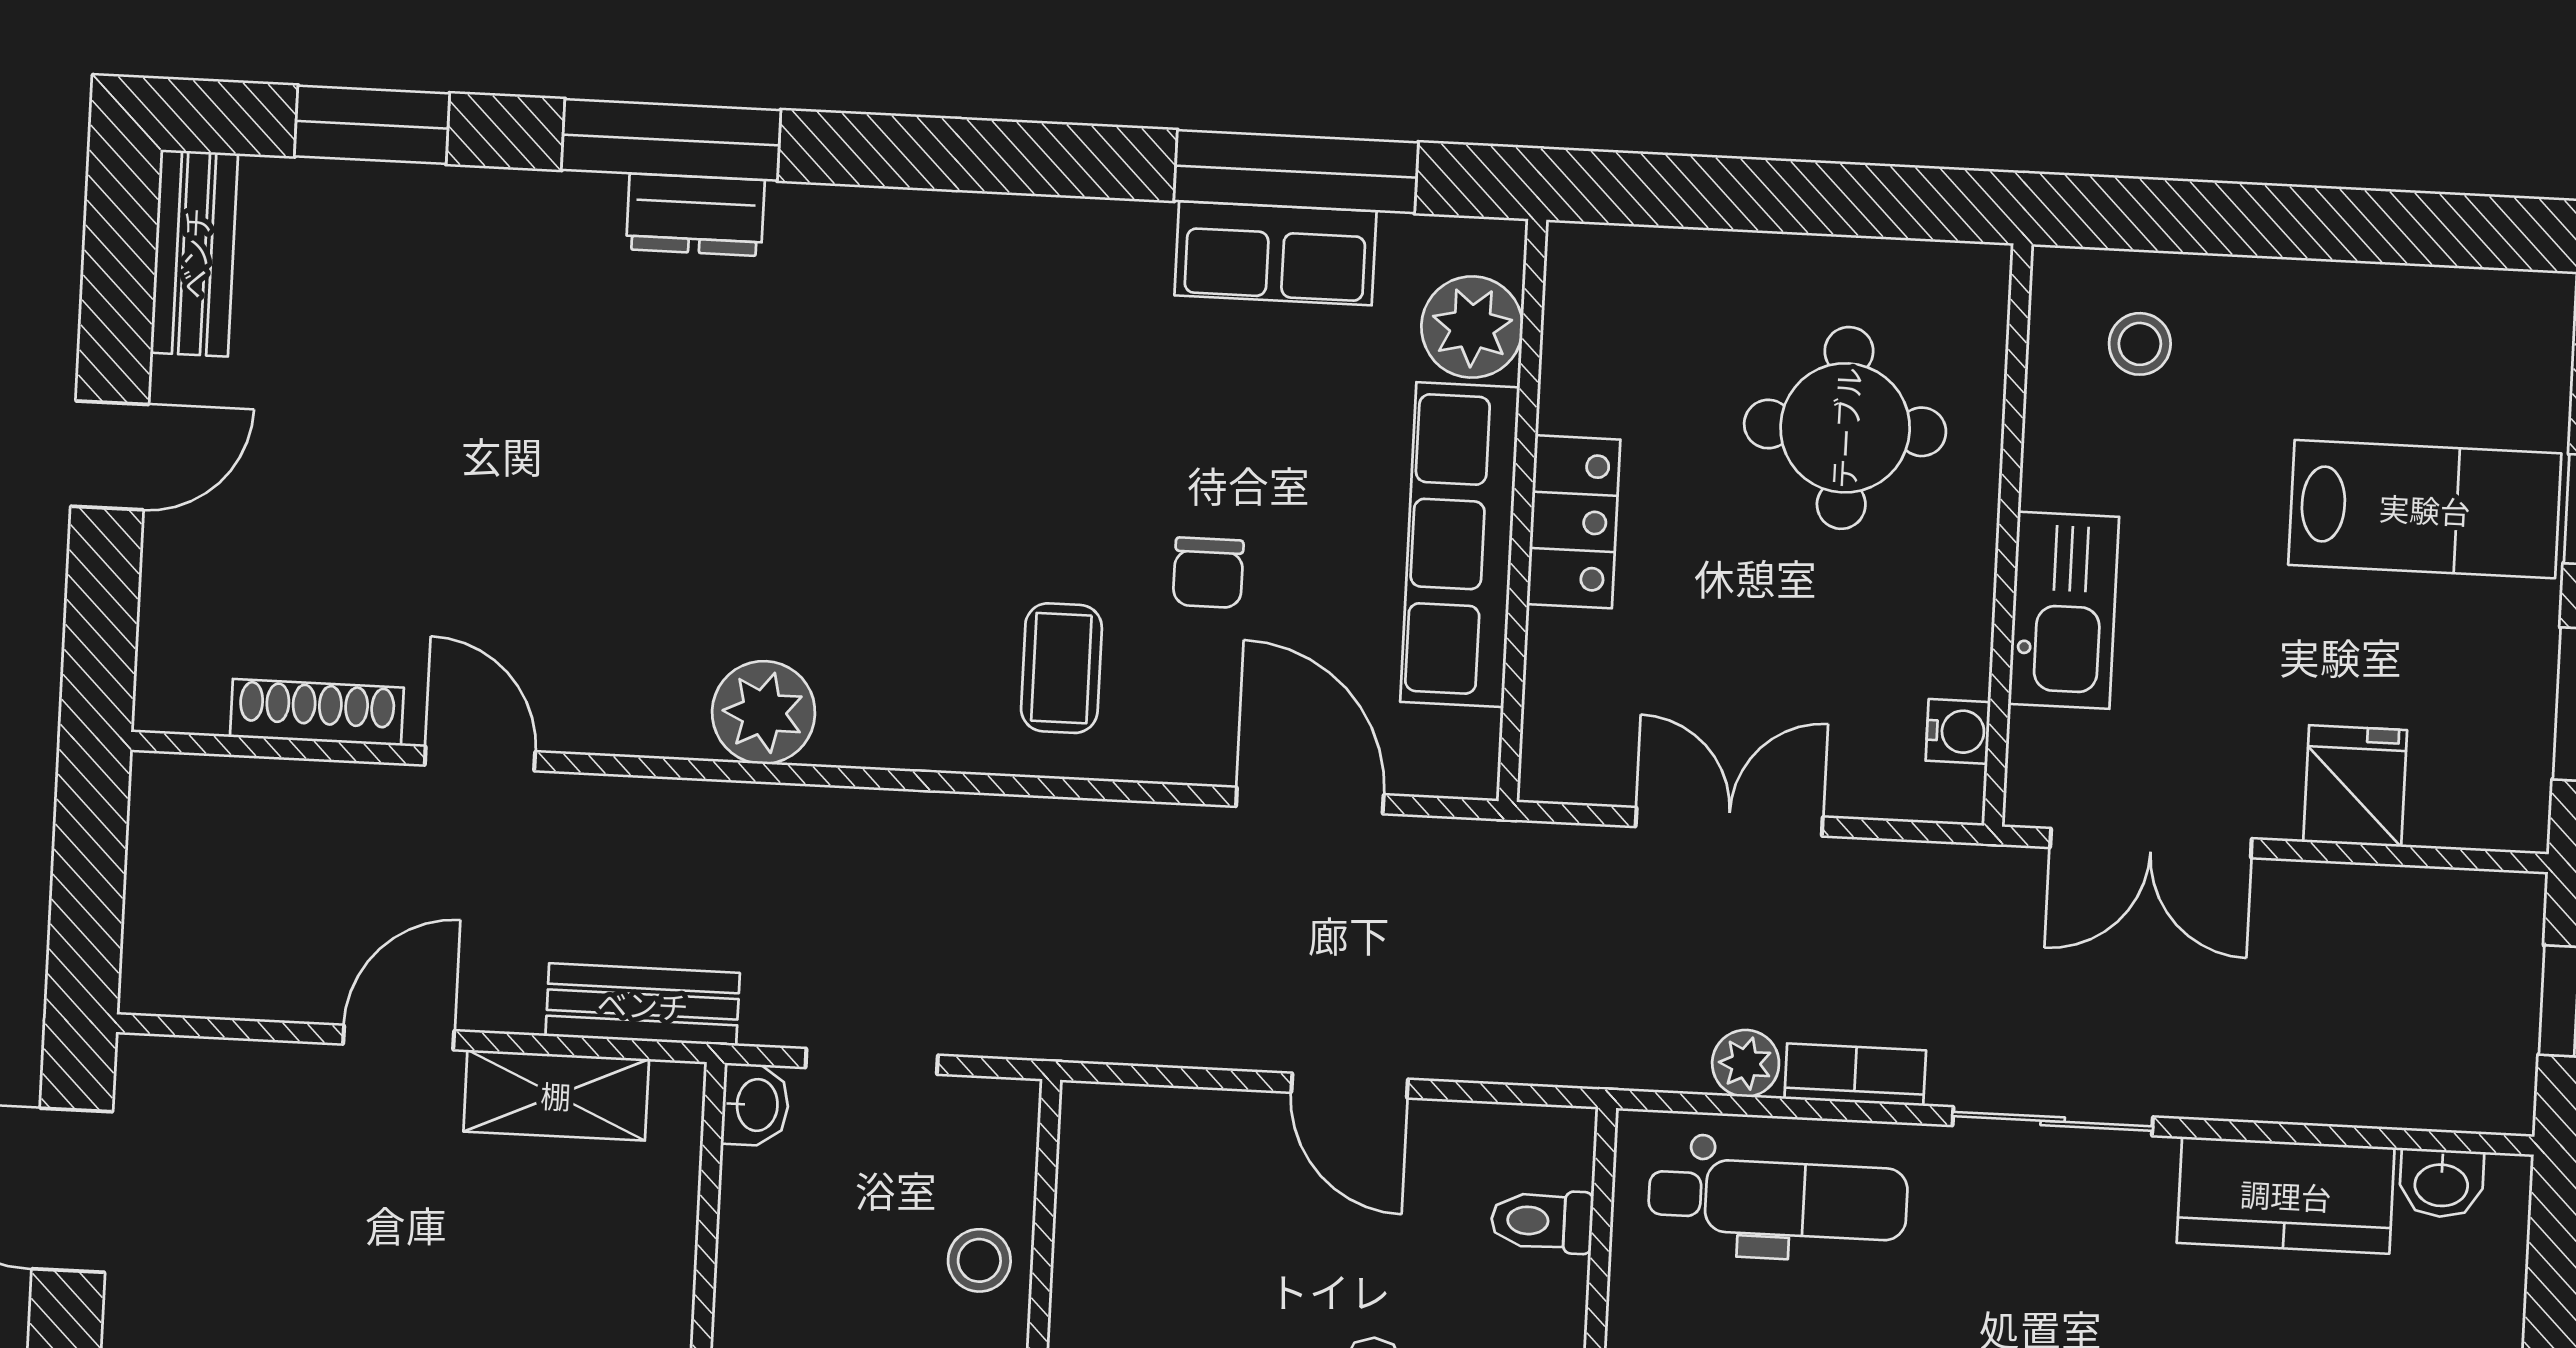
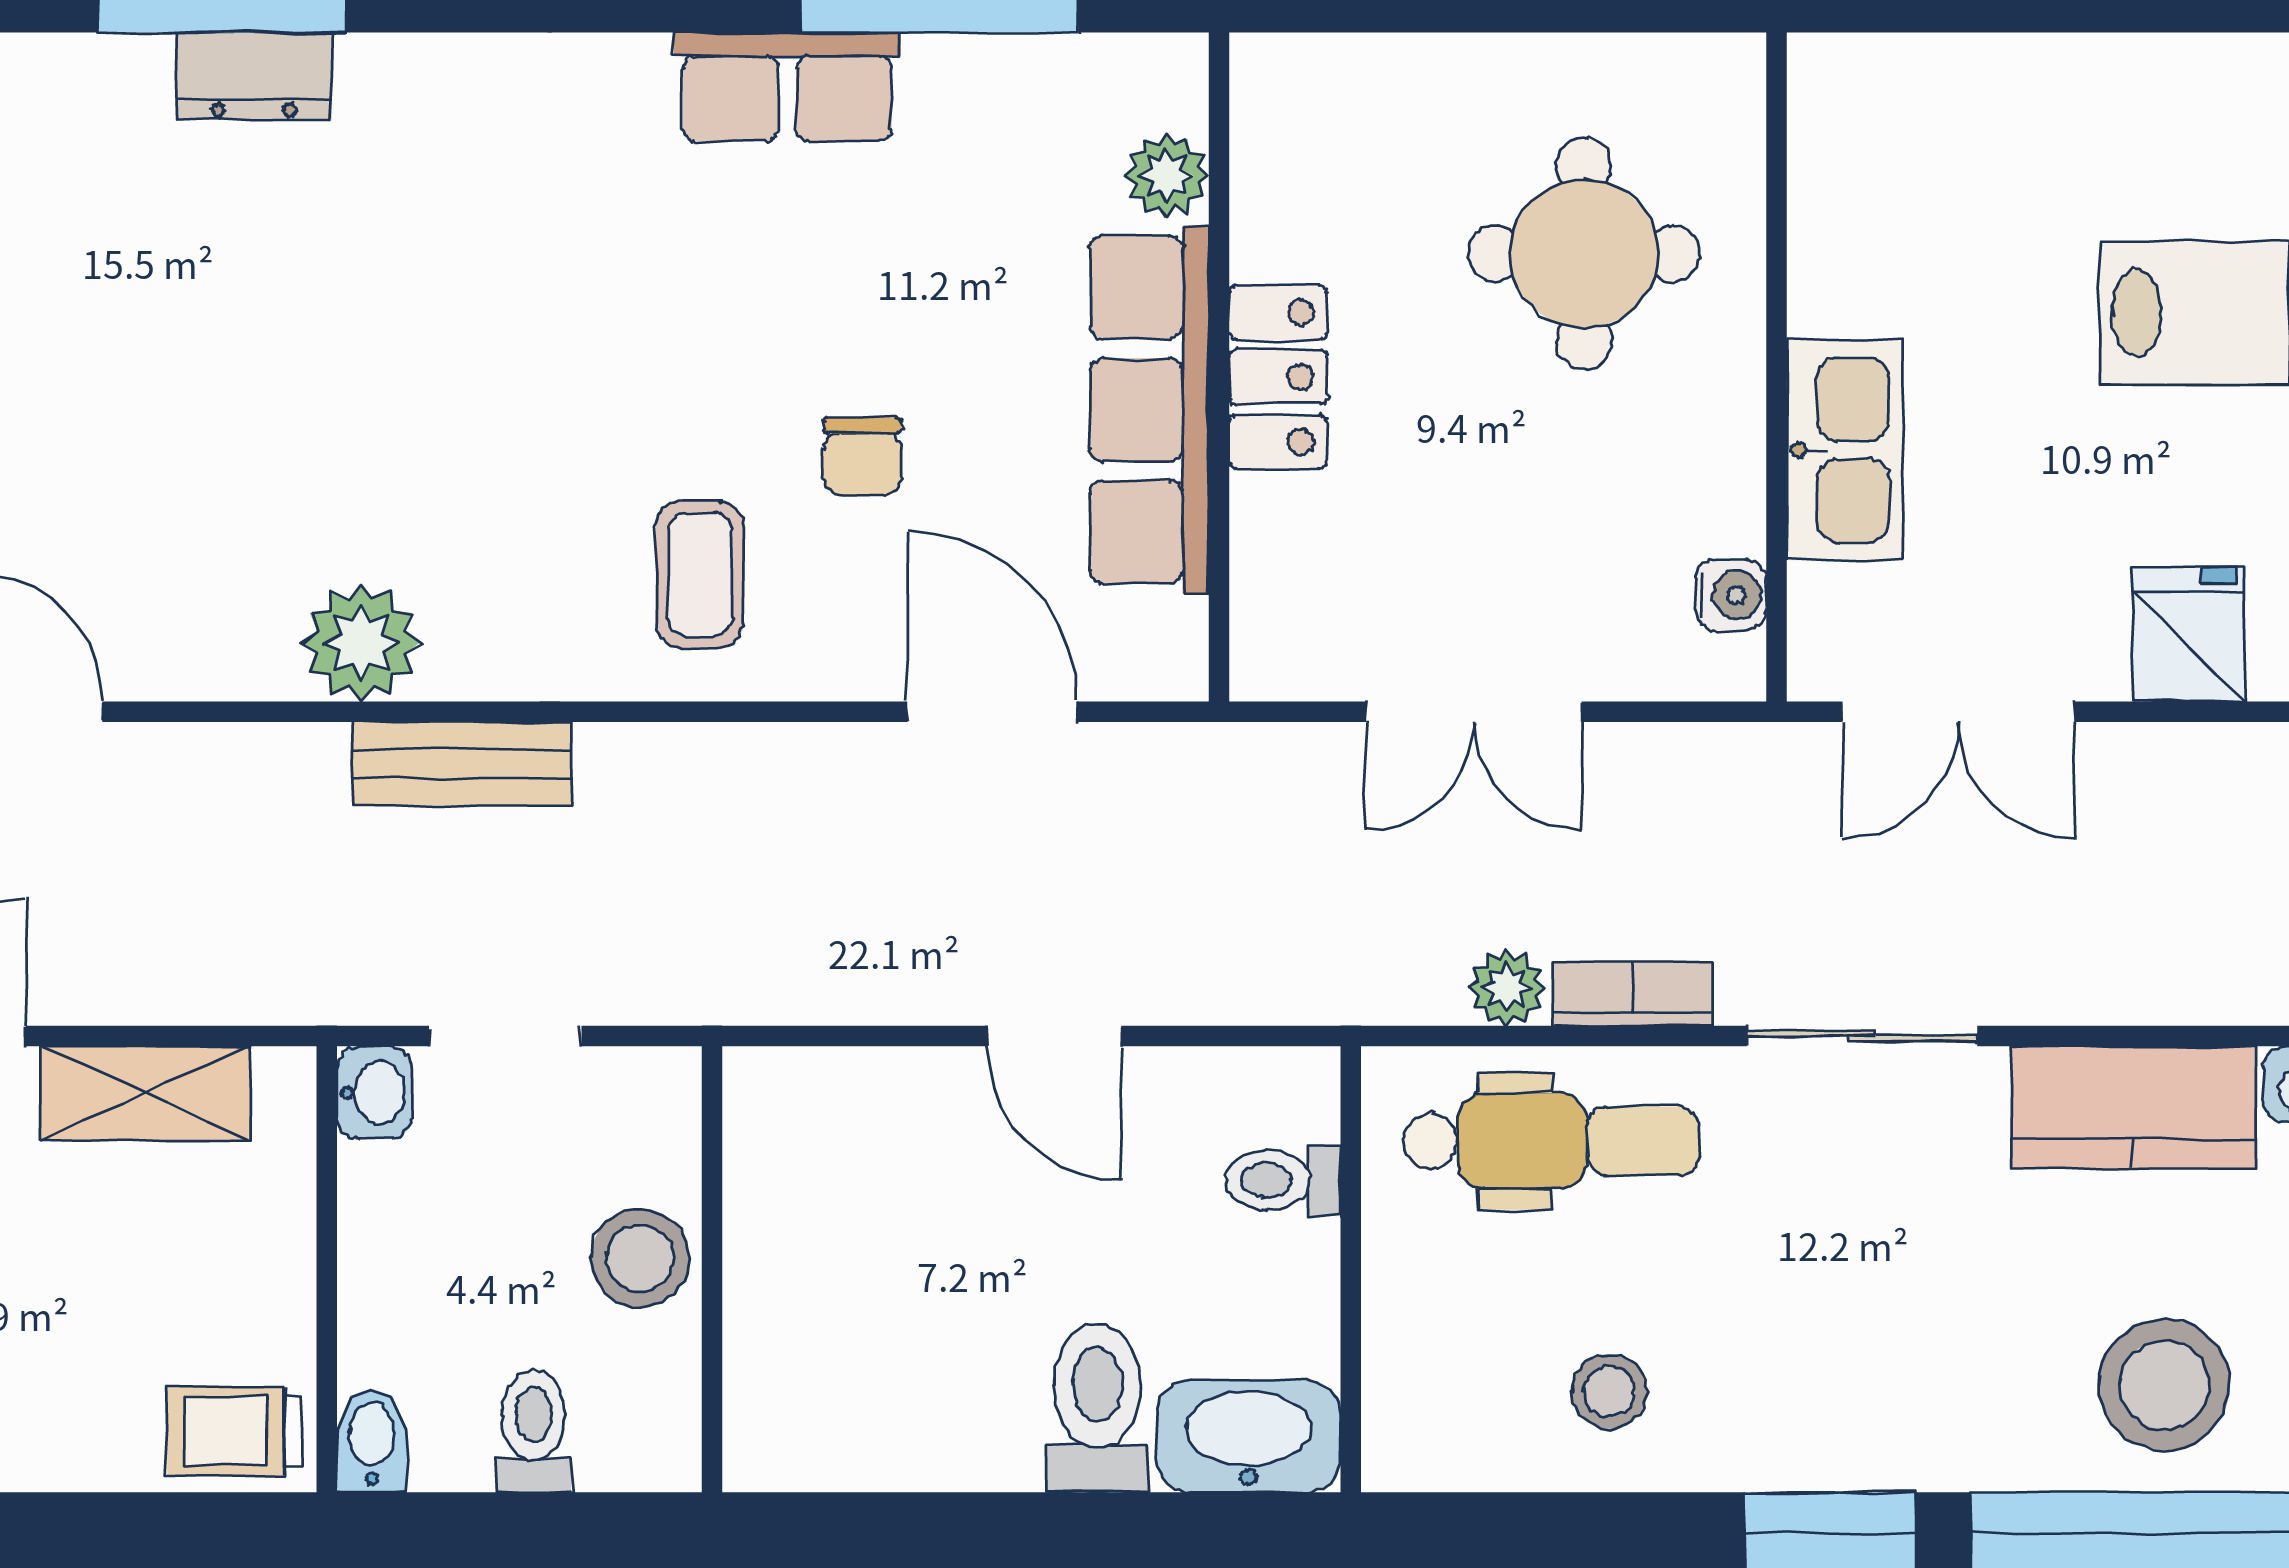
row of seats: (1275, 253) -> (787, 87), moved
plant: (1472, 327) -> (1166, 176), width x0.73, depth x0.73
stool: (2140, 344) -> (1917, 140), removed
double door: (1729, 822) -> (1474, 712), swing flipped
bench: (643, 1004) -> (462, 764), moved
stool: (979, 1260) -> (640, 1258), width x1.37, depth x1.37

